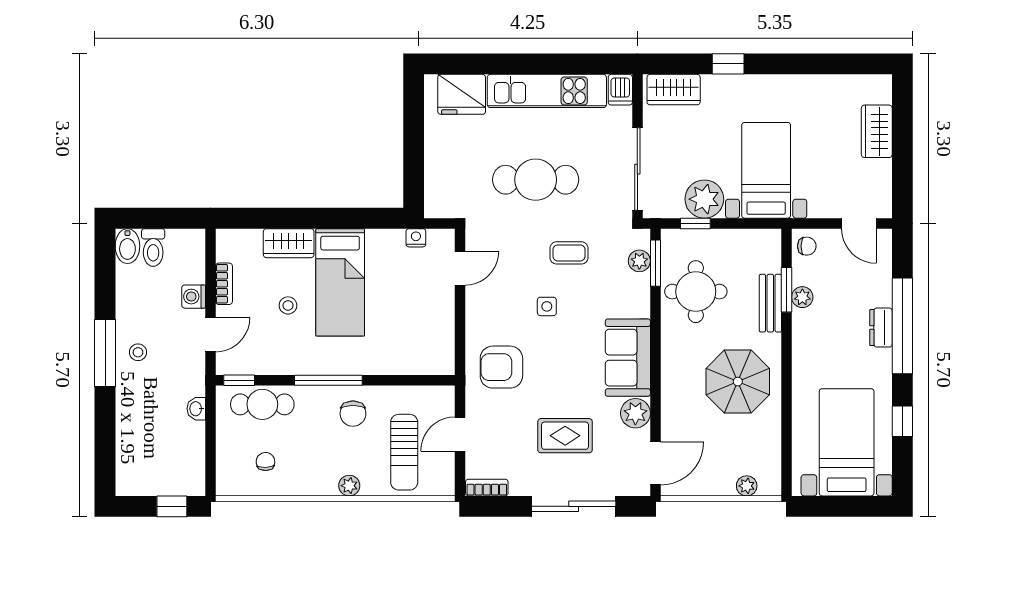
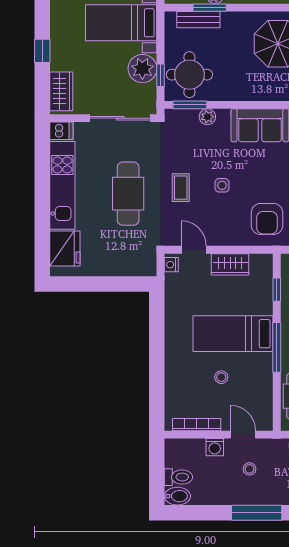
nightstand: (416, 238) -> (171, 265), moved
wardrobe: (289, 243) -> (230, 264), moved, turned 90
coffee table: (569, 253) -> (181, 188), moved
plant: (639, 261) -> (207, 117), moved
bed: (340, 282) -> (233, 334), moved, turned 180
bookcase: (224, 284) -> (197, 425), width x1.56
round table: (696, 292) -> (189, 75), moved
bench: (770, 303) -> (198, 20), moved
stool: (138, 352) -> (249, 469), moved
window: (239, 380) -> (277, 290), moved

